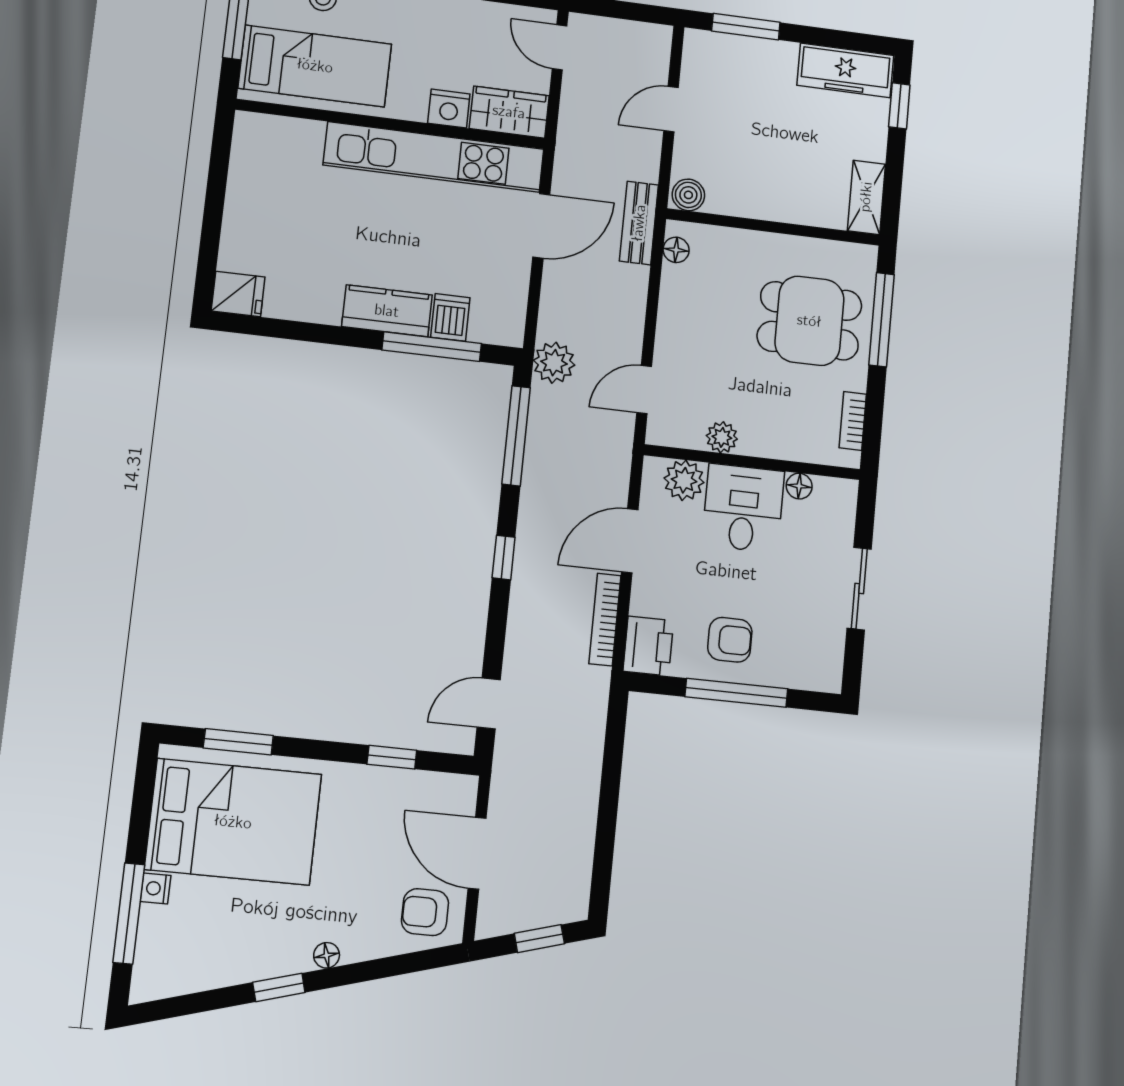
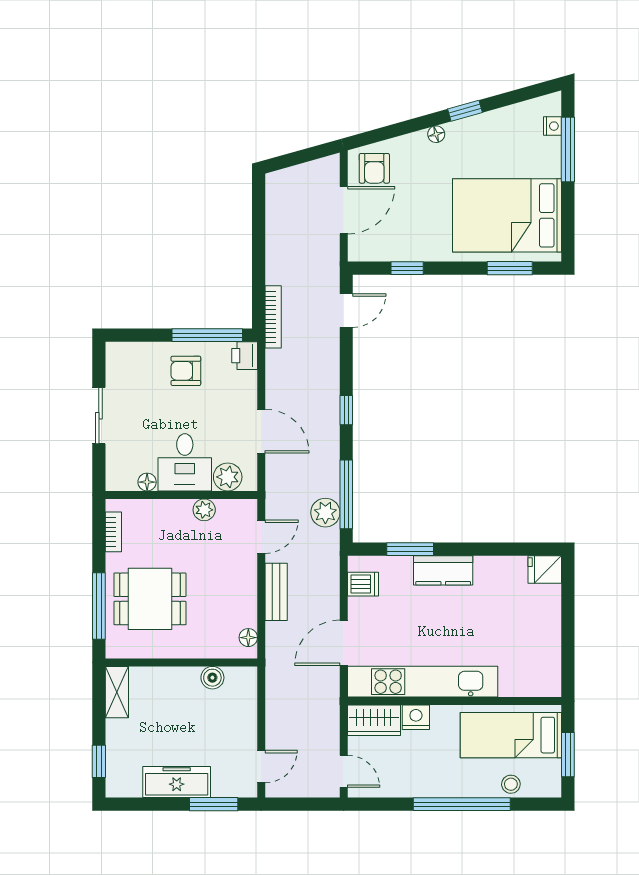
freezer: (845, 70) -> (177, 782), moved
door: (671, 109) -> (261, 767), moved
boiler: (688, 195) -> (212, 678), moved
bench: (639, 223) -> (276, 592), moved
dishwasher: (450, 317) -> (363, 584), moved, turned -90
window: (432, 347) -> (410, 549), width x0.69
plant: (554, 363) -> (325, 513), moved
door: (630, 541) -> (261, 431), hinge flipped
bookcase: (605, 620) -> (273, 317), moved
printer: (648, 646) -> (245, 356), width x0.73, depth x0.81
window: (736, 693) -> (207, 335), moved
door: (477, 853) -> (344, 210), hinge flipped
nightstand: (156, 888) -> (553, 126), moved
armchair: (425, 912) -> (374, 168), turned 90
window: (539, 939) -> (296, 158), removed

